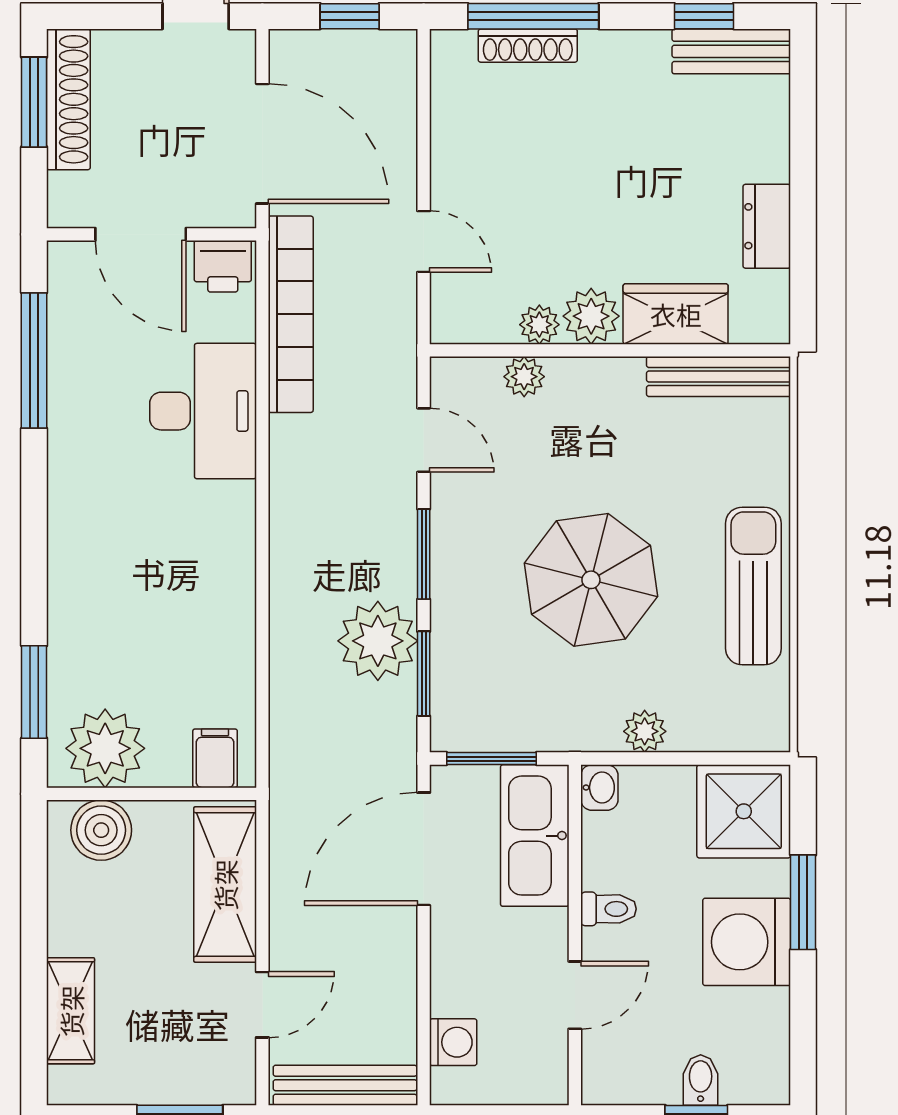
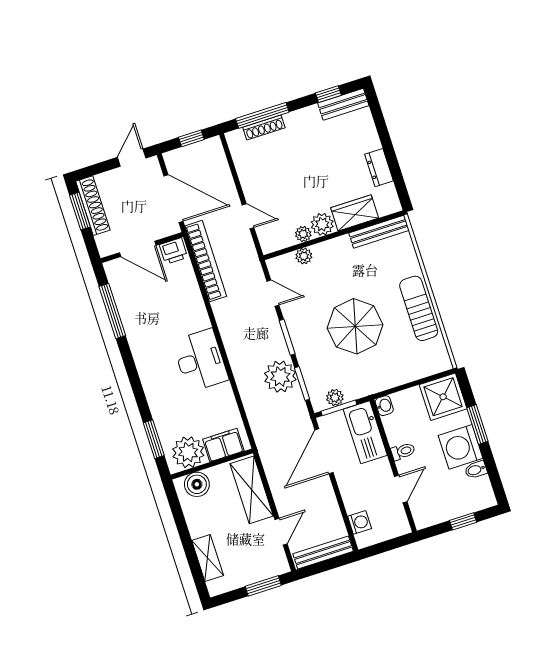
desk: (203, 411) -> (200, 360), moved
plant: (645, 731) -> (335, 398), moved
filing cabinet: (215, 758) -> (223, 445), width x2.00
bidet: (701, 1080) -> (476, 470), moved, turned -90

